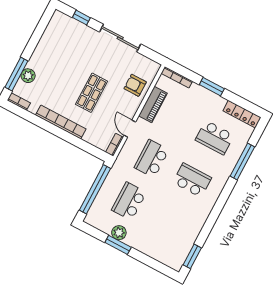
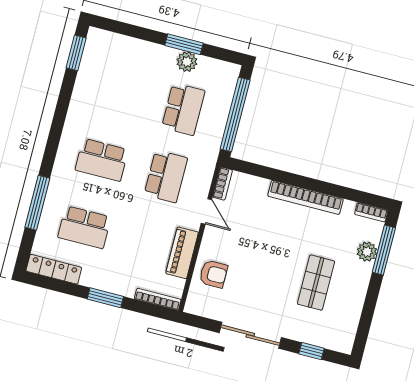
shop shelf: (92, 93) -> (316, 283), moved
school desk: (215, 138) -> (84, 227), turned 180

